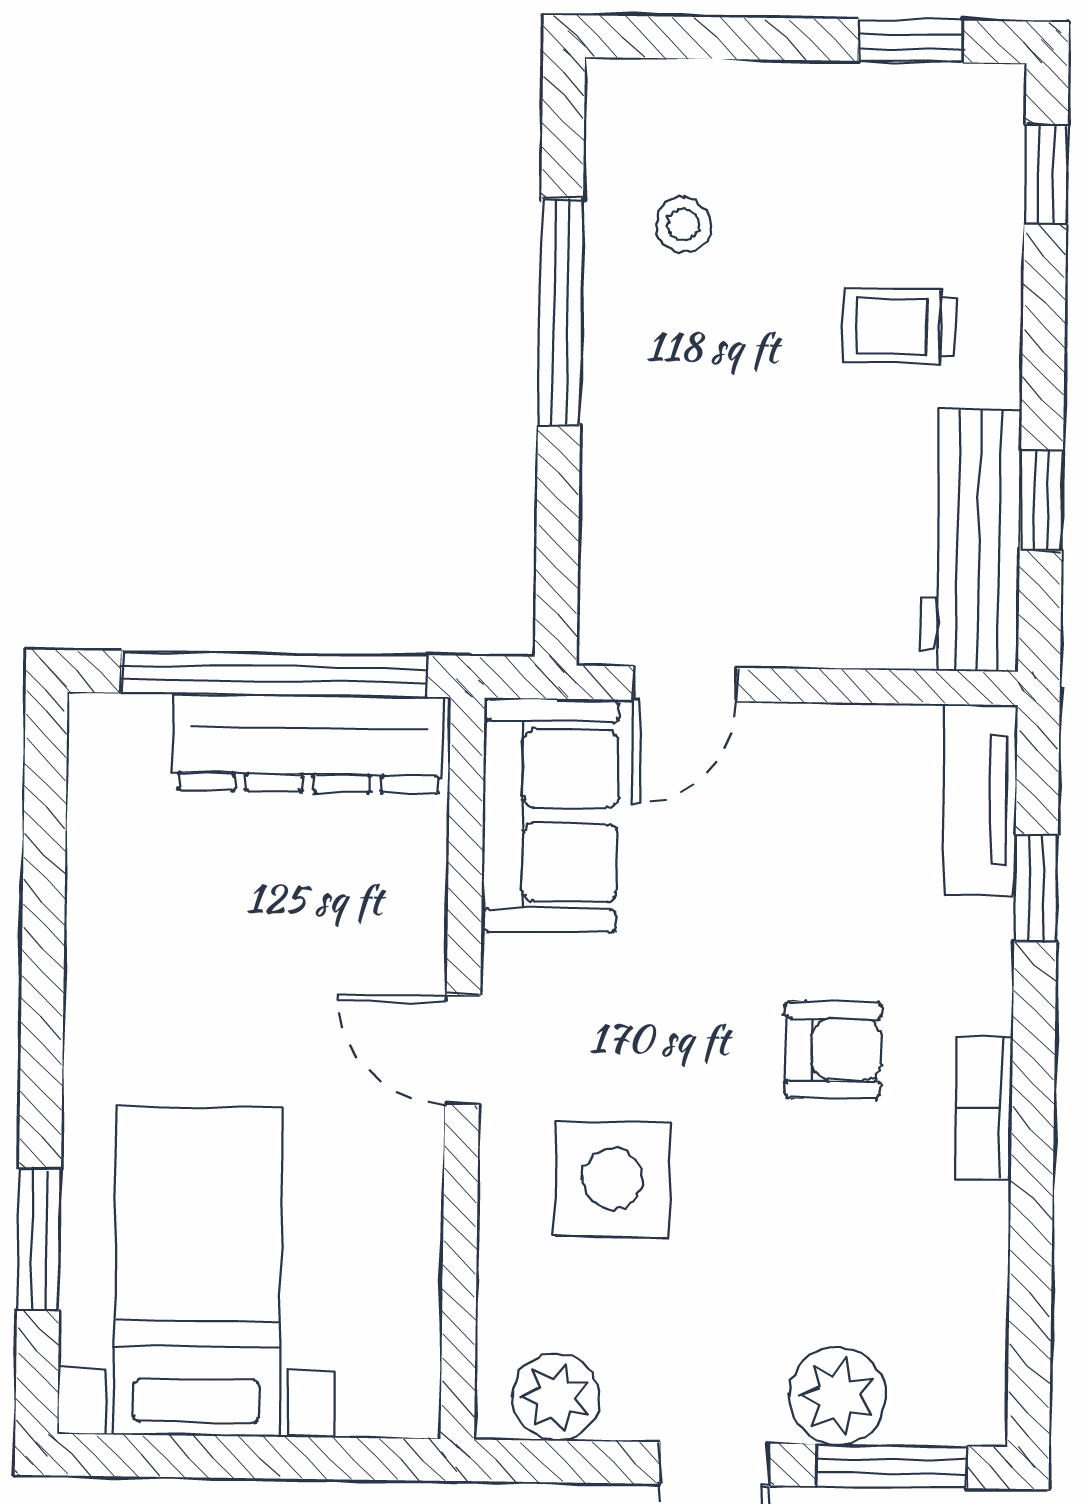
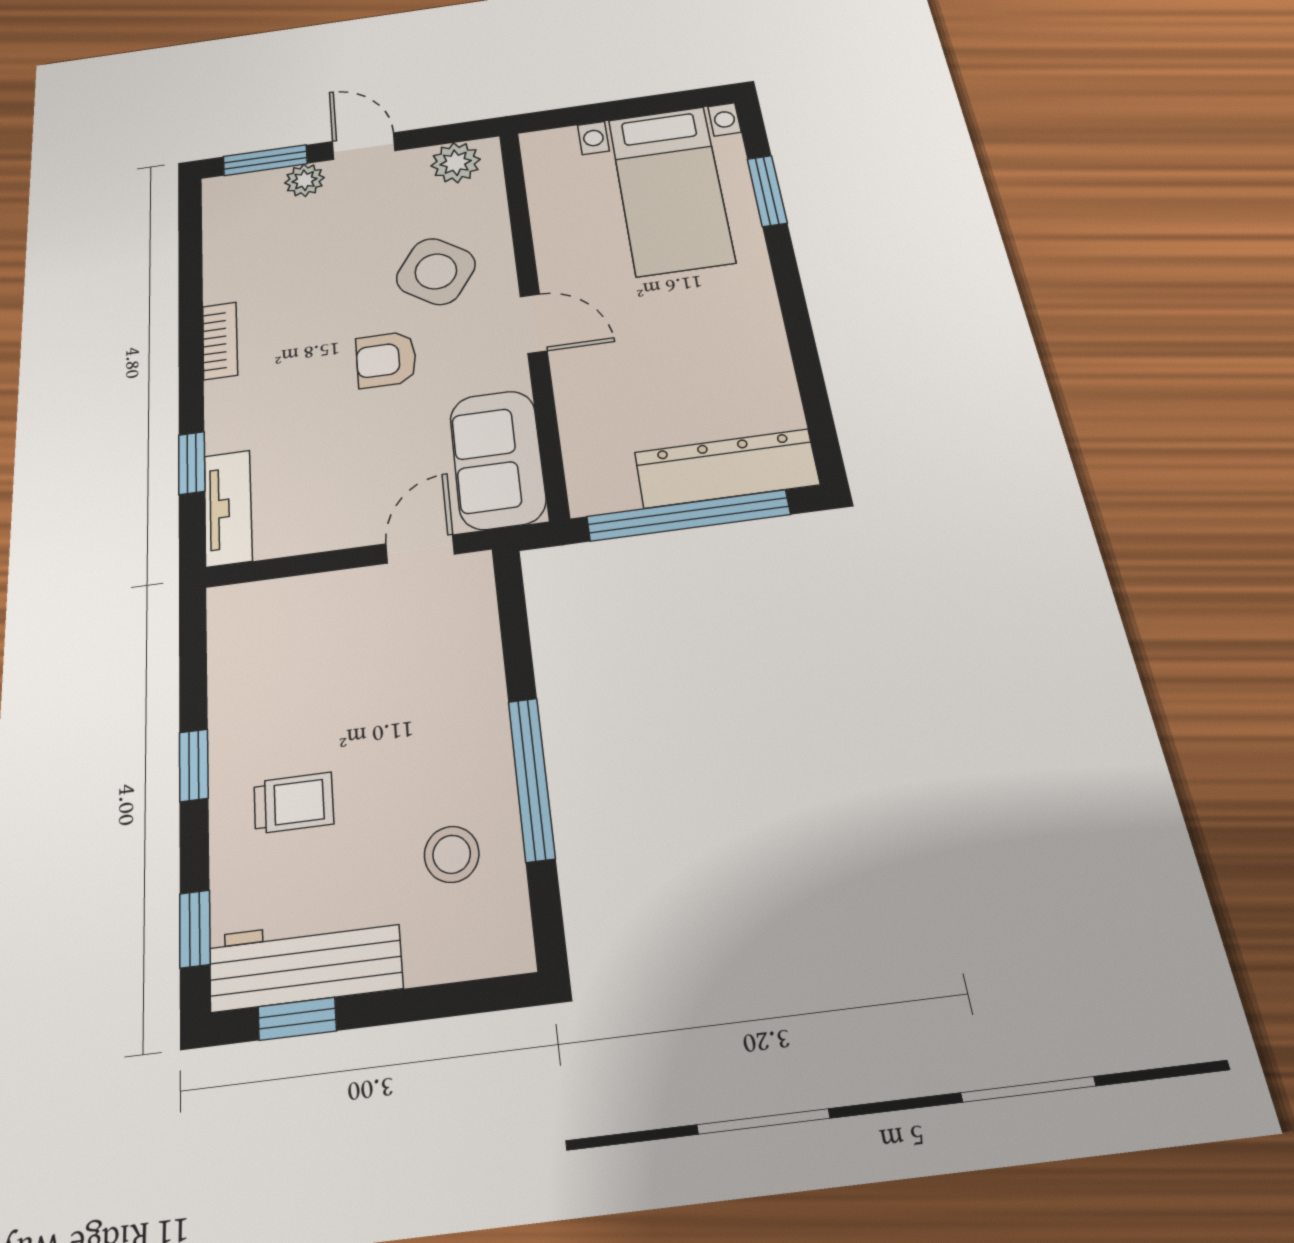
stool: (683, 225) -> (452, 854), width x1.37, depth x1.37
window: (1041, 500) -> (194, 765), moved
workbench: (971, 540) -> (305, 962), moved, turned -90
dresser: (308, 743) -> (727, 468), moved
armchair: (833, 1050) -> (386, 360), moved
side table: (613, 1179) -> (436, 271), turned 34
plant: (837, 1396) -> (305, 180), width x0.73, depth x0.73

